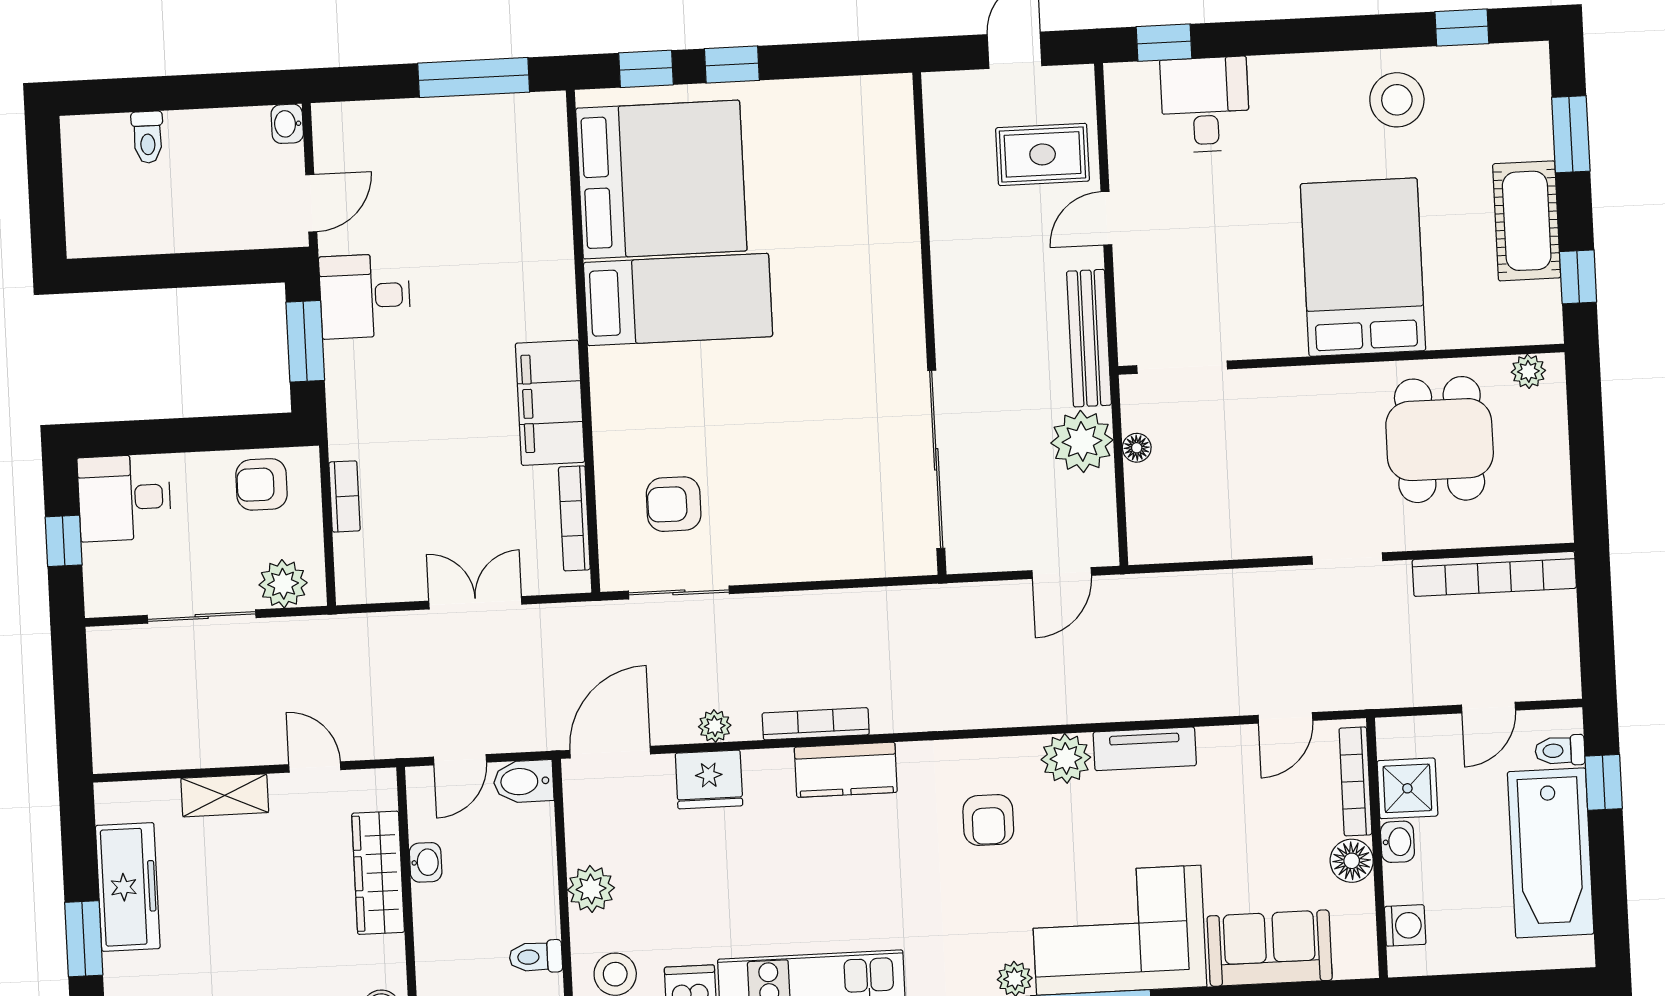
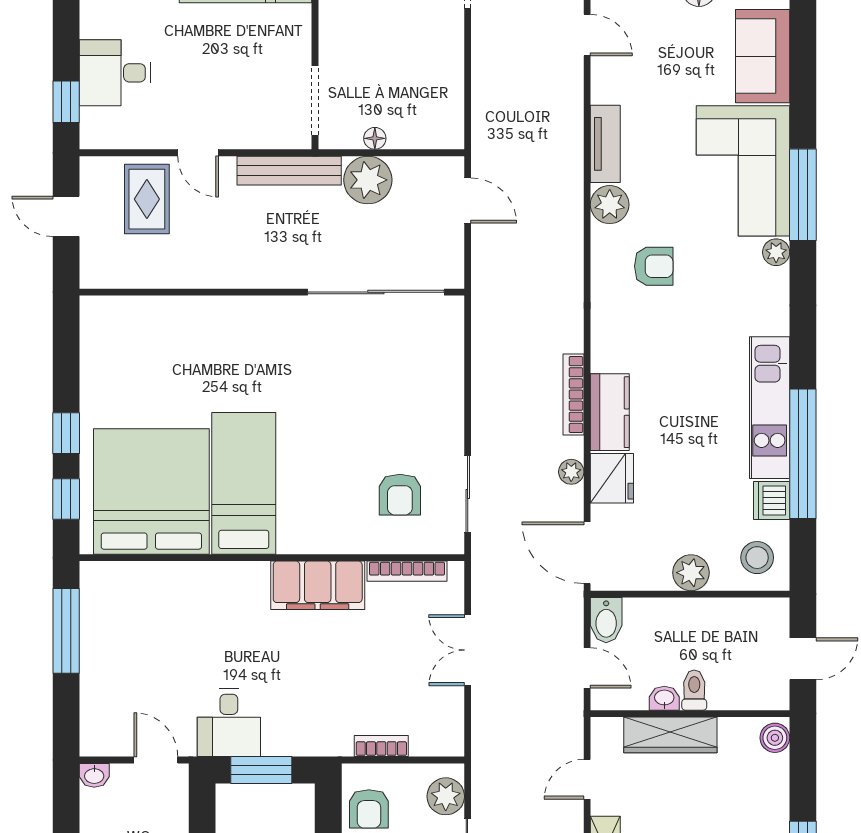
kitchen counter: (846, 770) -> (610, 412), moved
toilet: (536, 957) -> (694, 690), moved, turned 180

